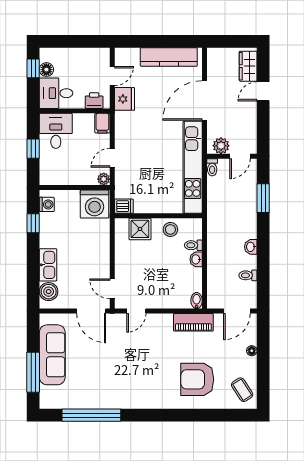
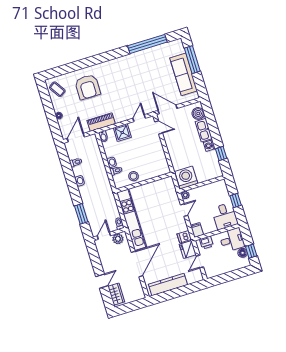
washing machine: (47, 204) -> (209, 146), moved
dishwasher: (124, 206) -> (184, 237), moved
shower: (140, 229) -> (122, 133), moved
armchair: (197, 379) -> (88, 87), turned 90

